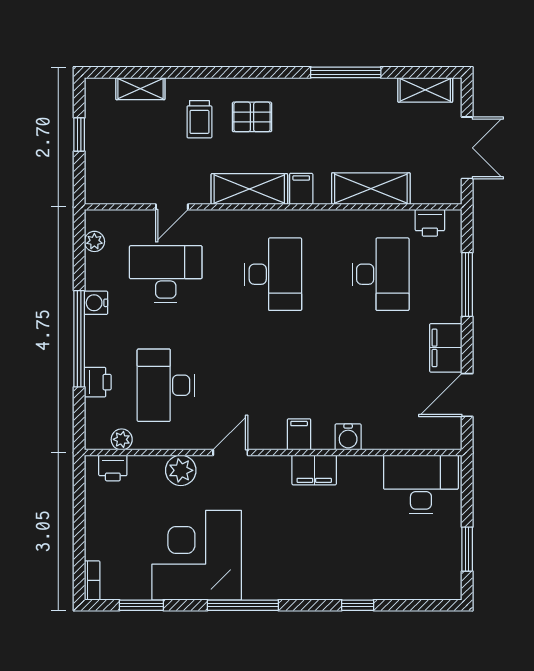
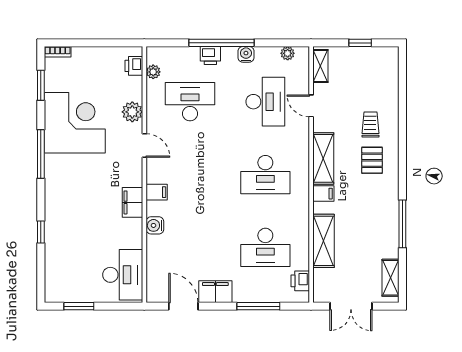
shelving: (140, 89) -> (320, 66), moved
trolley: (199, 119) -> (370, 125), turned 90
printer: (98, 382) -> (210, 56), moved

